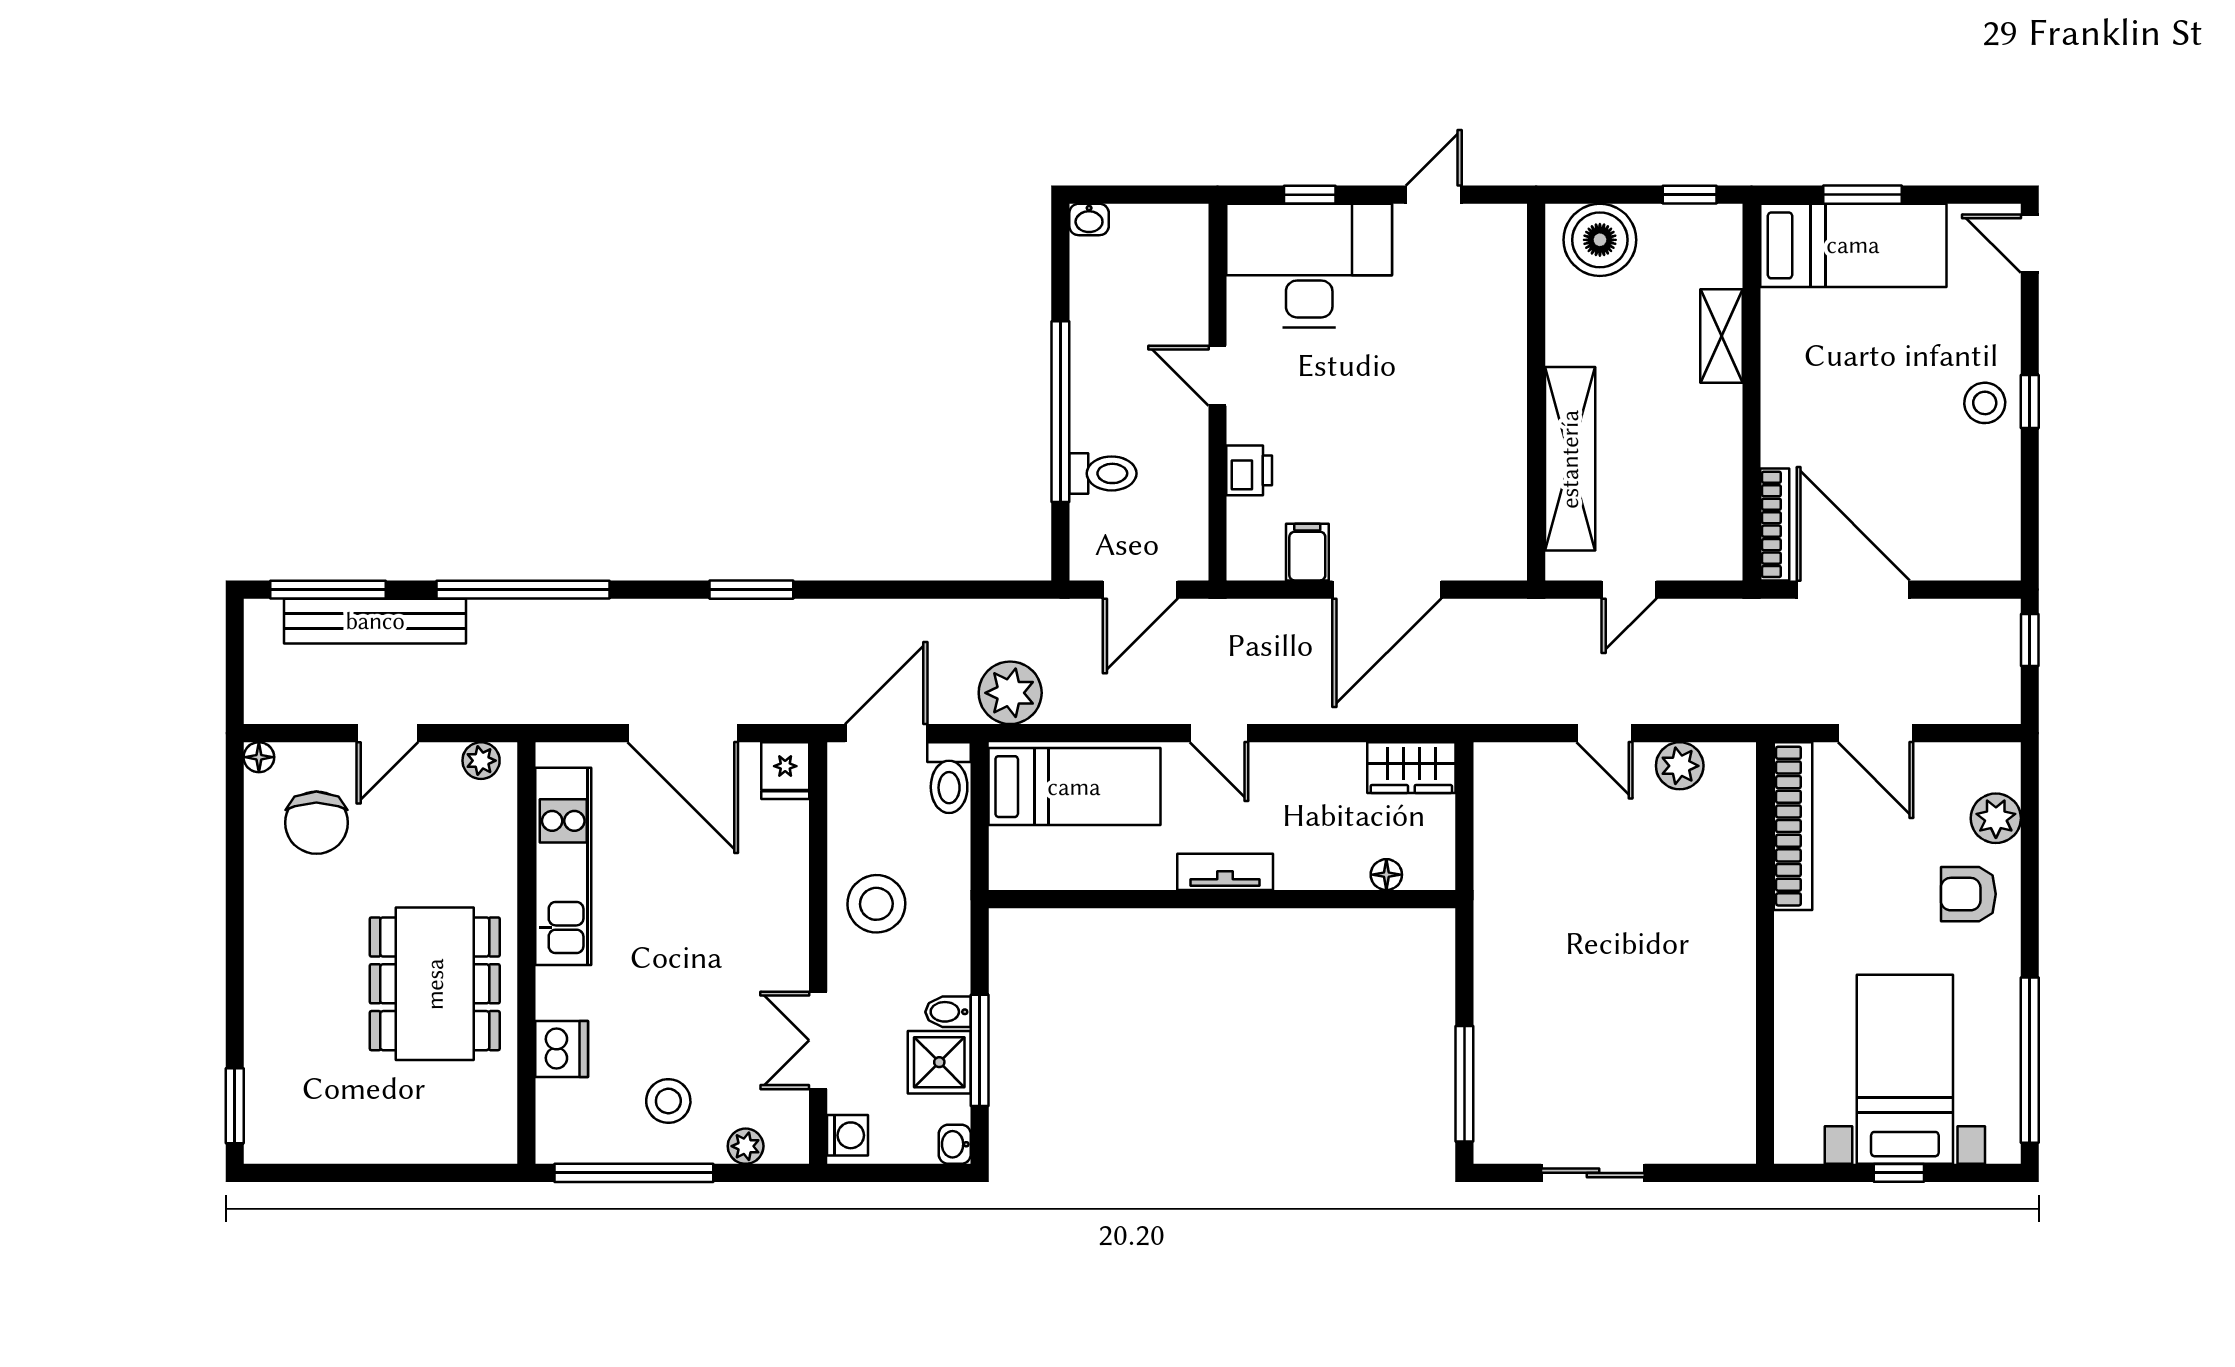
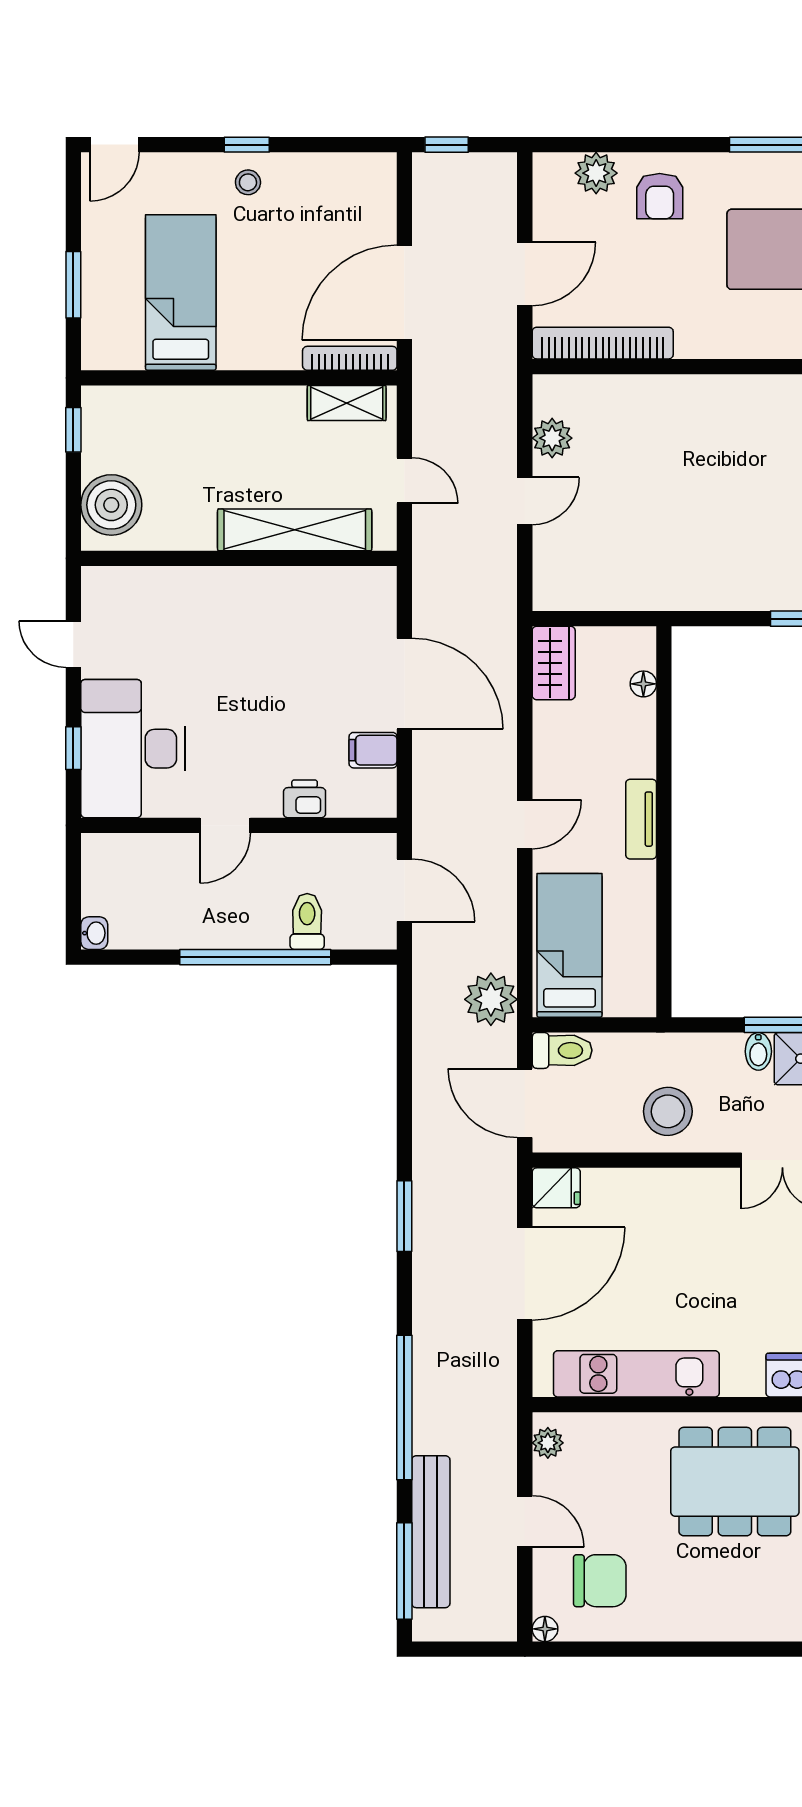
bed: (1853, 245) -> (181, 292), moved
shelving: (1721, 336) -> (347, 403), moved
stool: (1985, 403) -> (248, 182), width x0.73, depth x0.73

